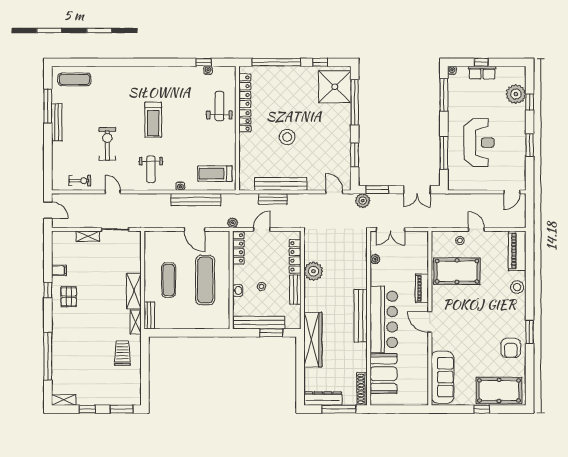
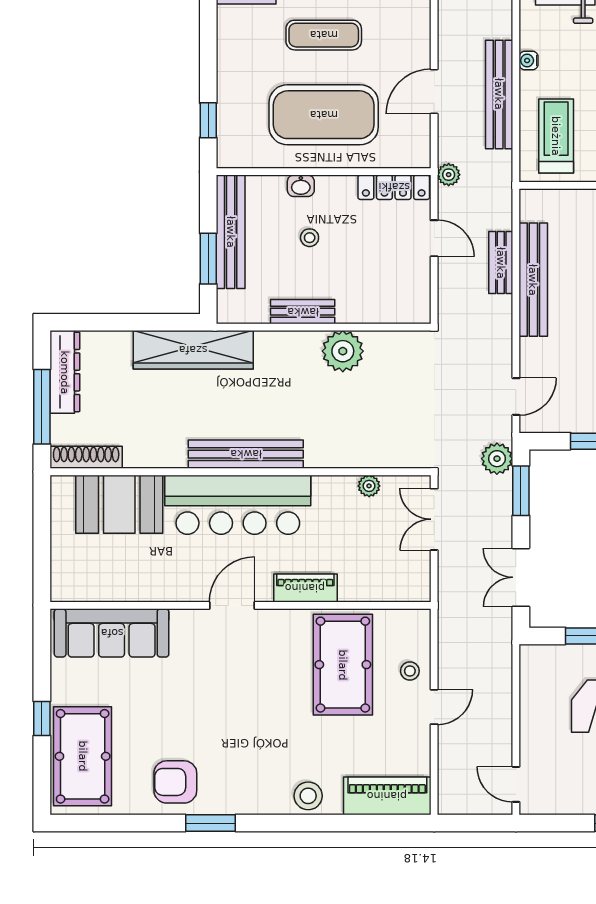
locker: (295, 256) -> (375, 311), removed
exercise mat: (205, 280) -> (324, 115), width x1.47
window: (208, 333) -> (208, 120), added

